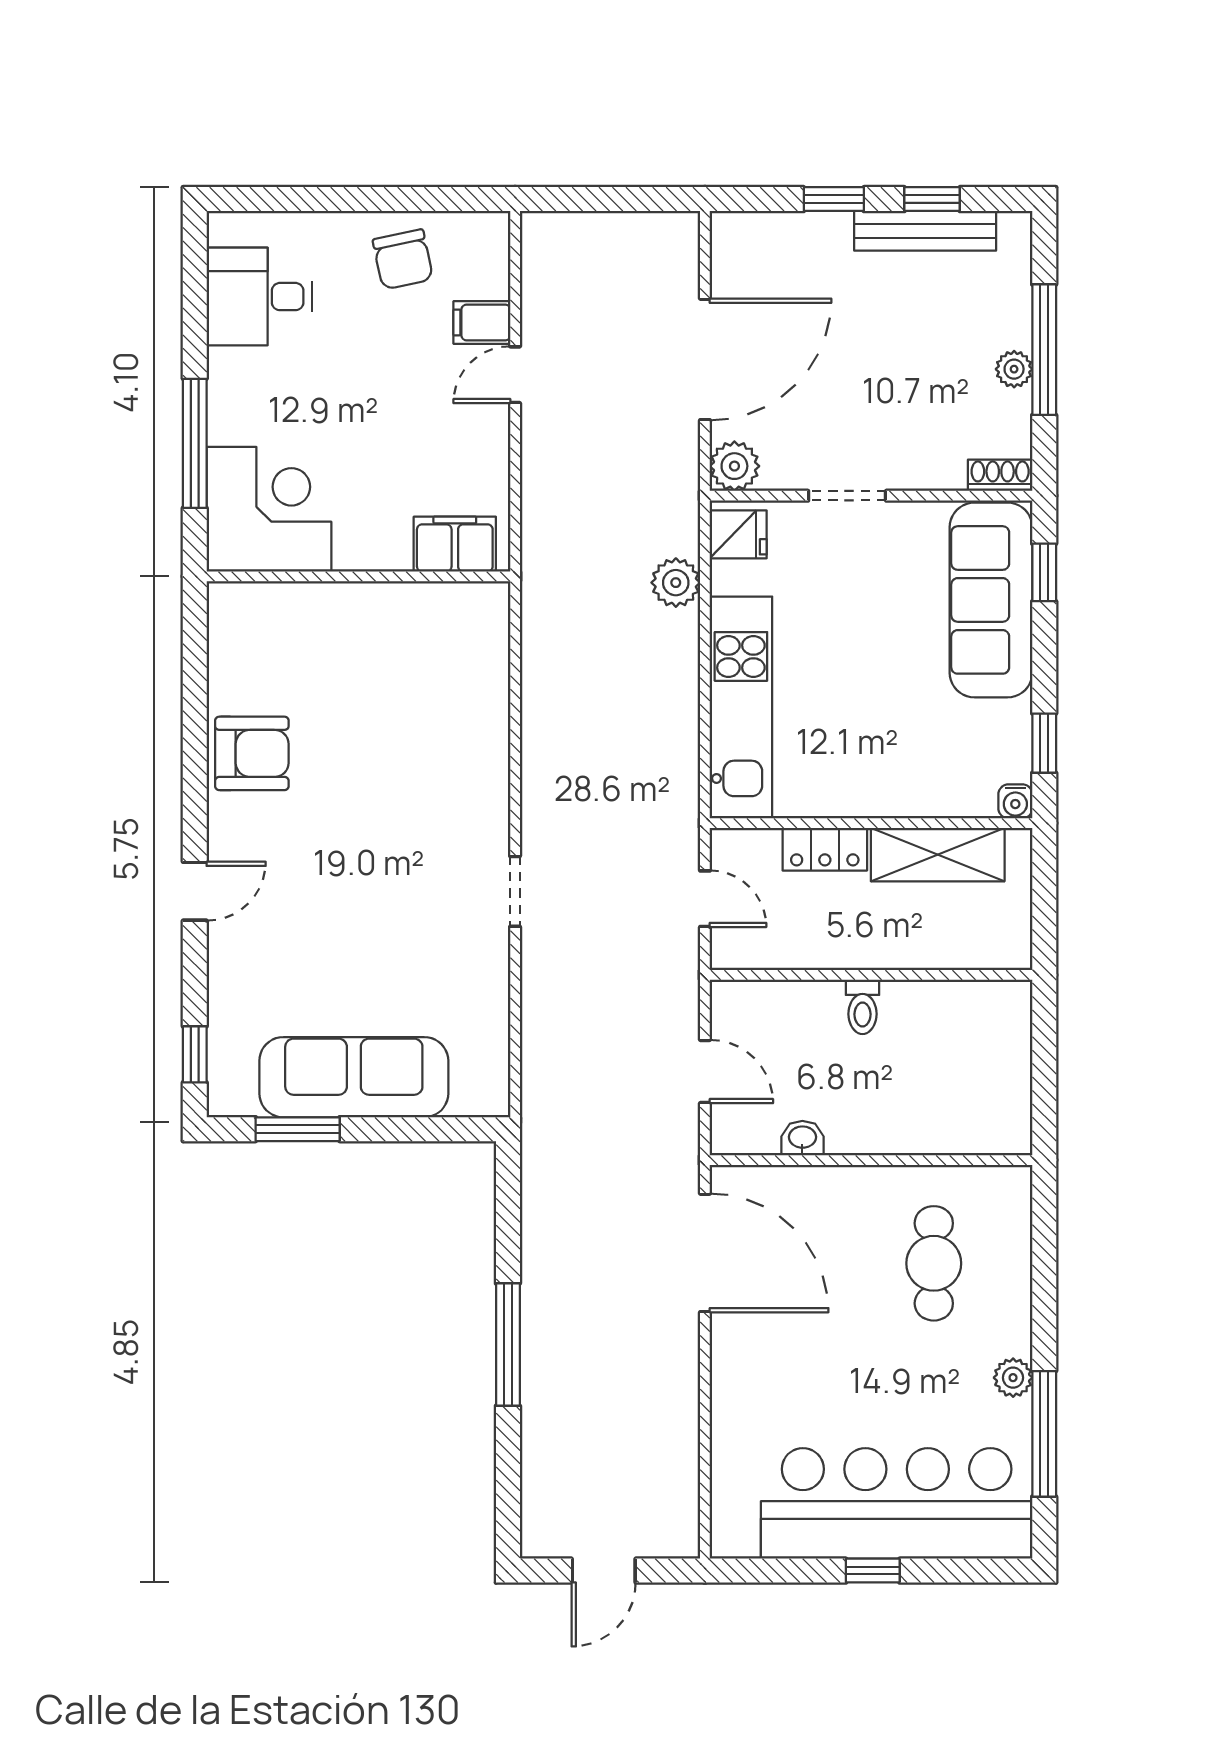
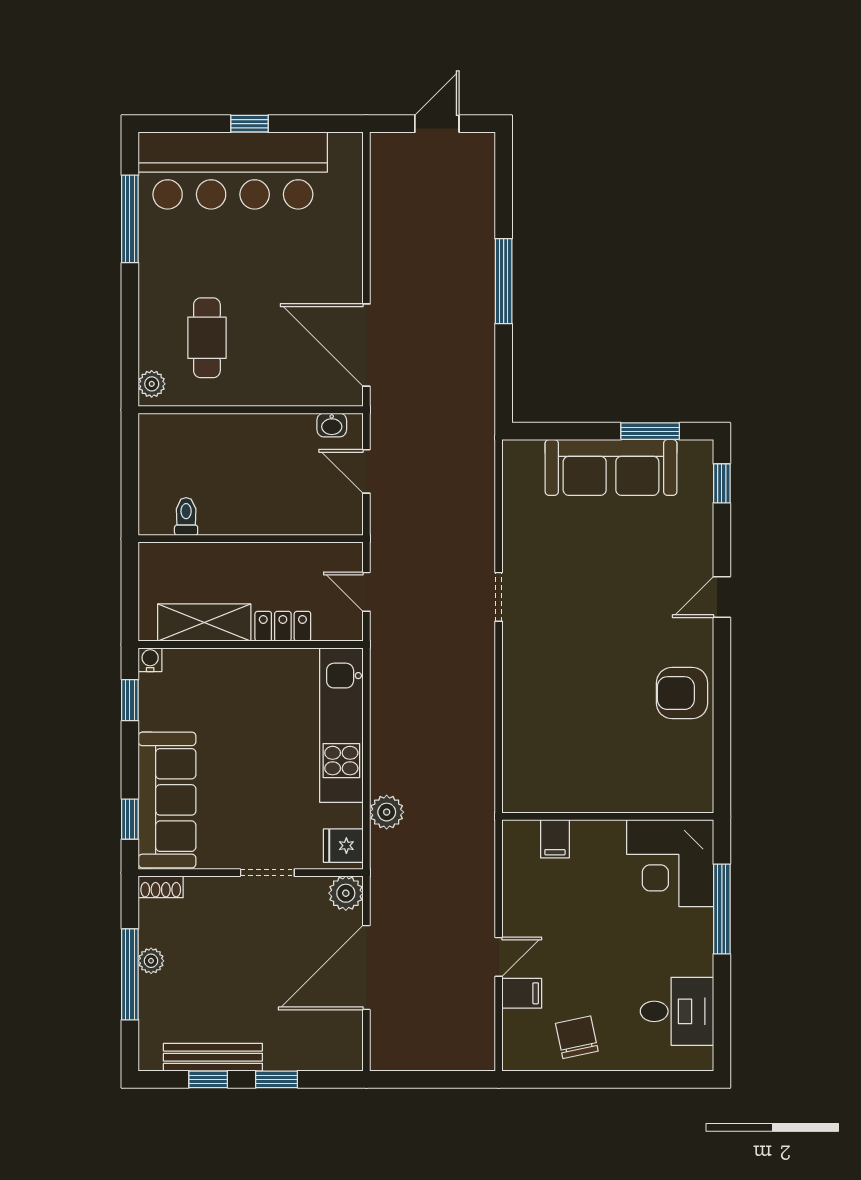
filing cabinet: (455, 544) -> (555, 839), width x0.50
toilet: (862, 1007) -> (186, 516), moved
washbasin: (802, 1138) -> (332, 425), moved
plant: (1013, 1378) -> (152, 384), moved

